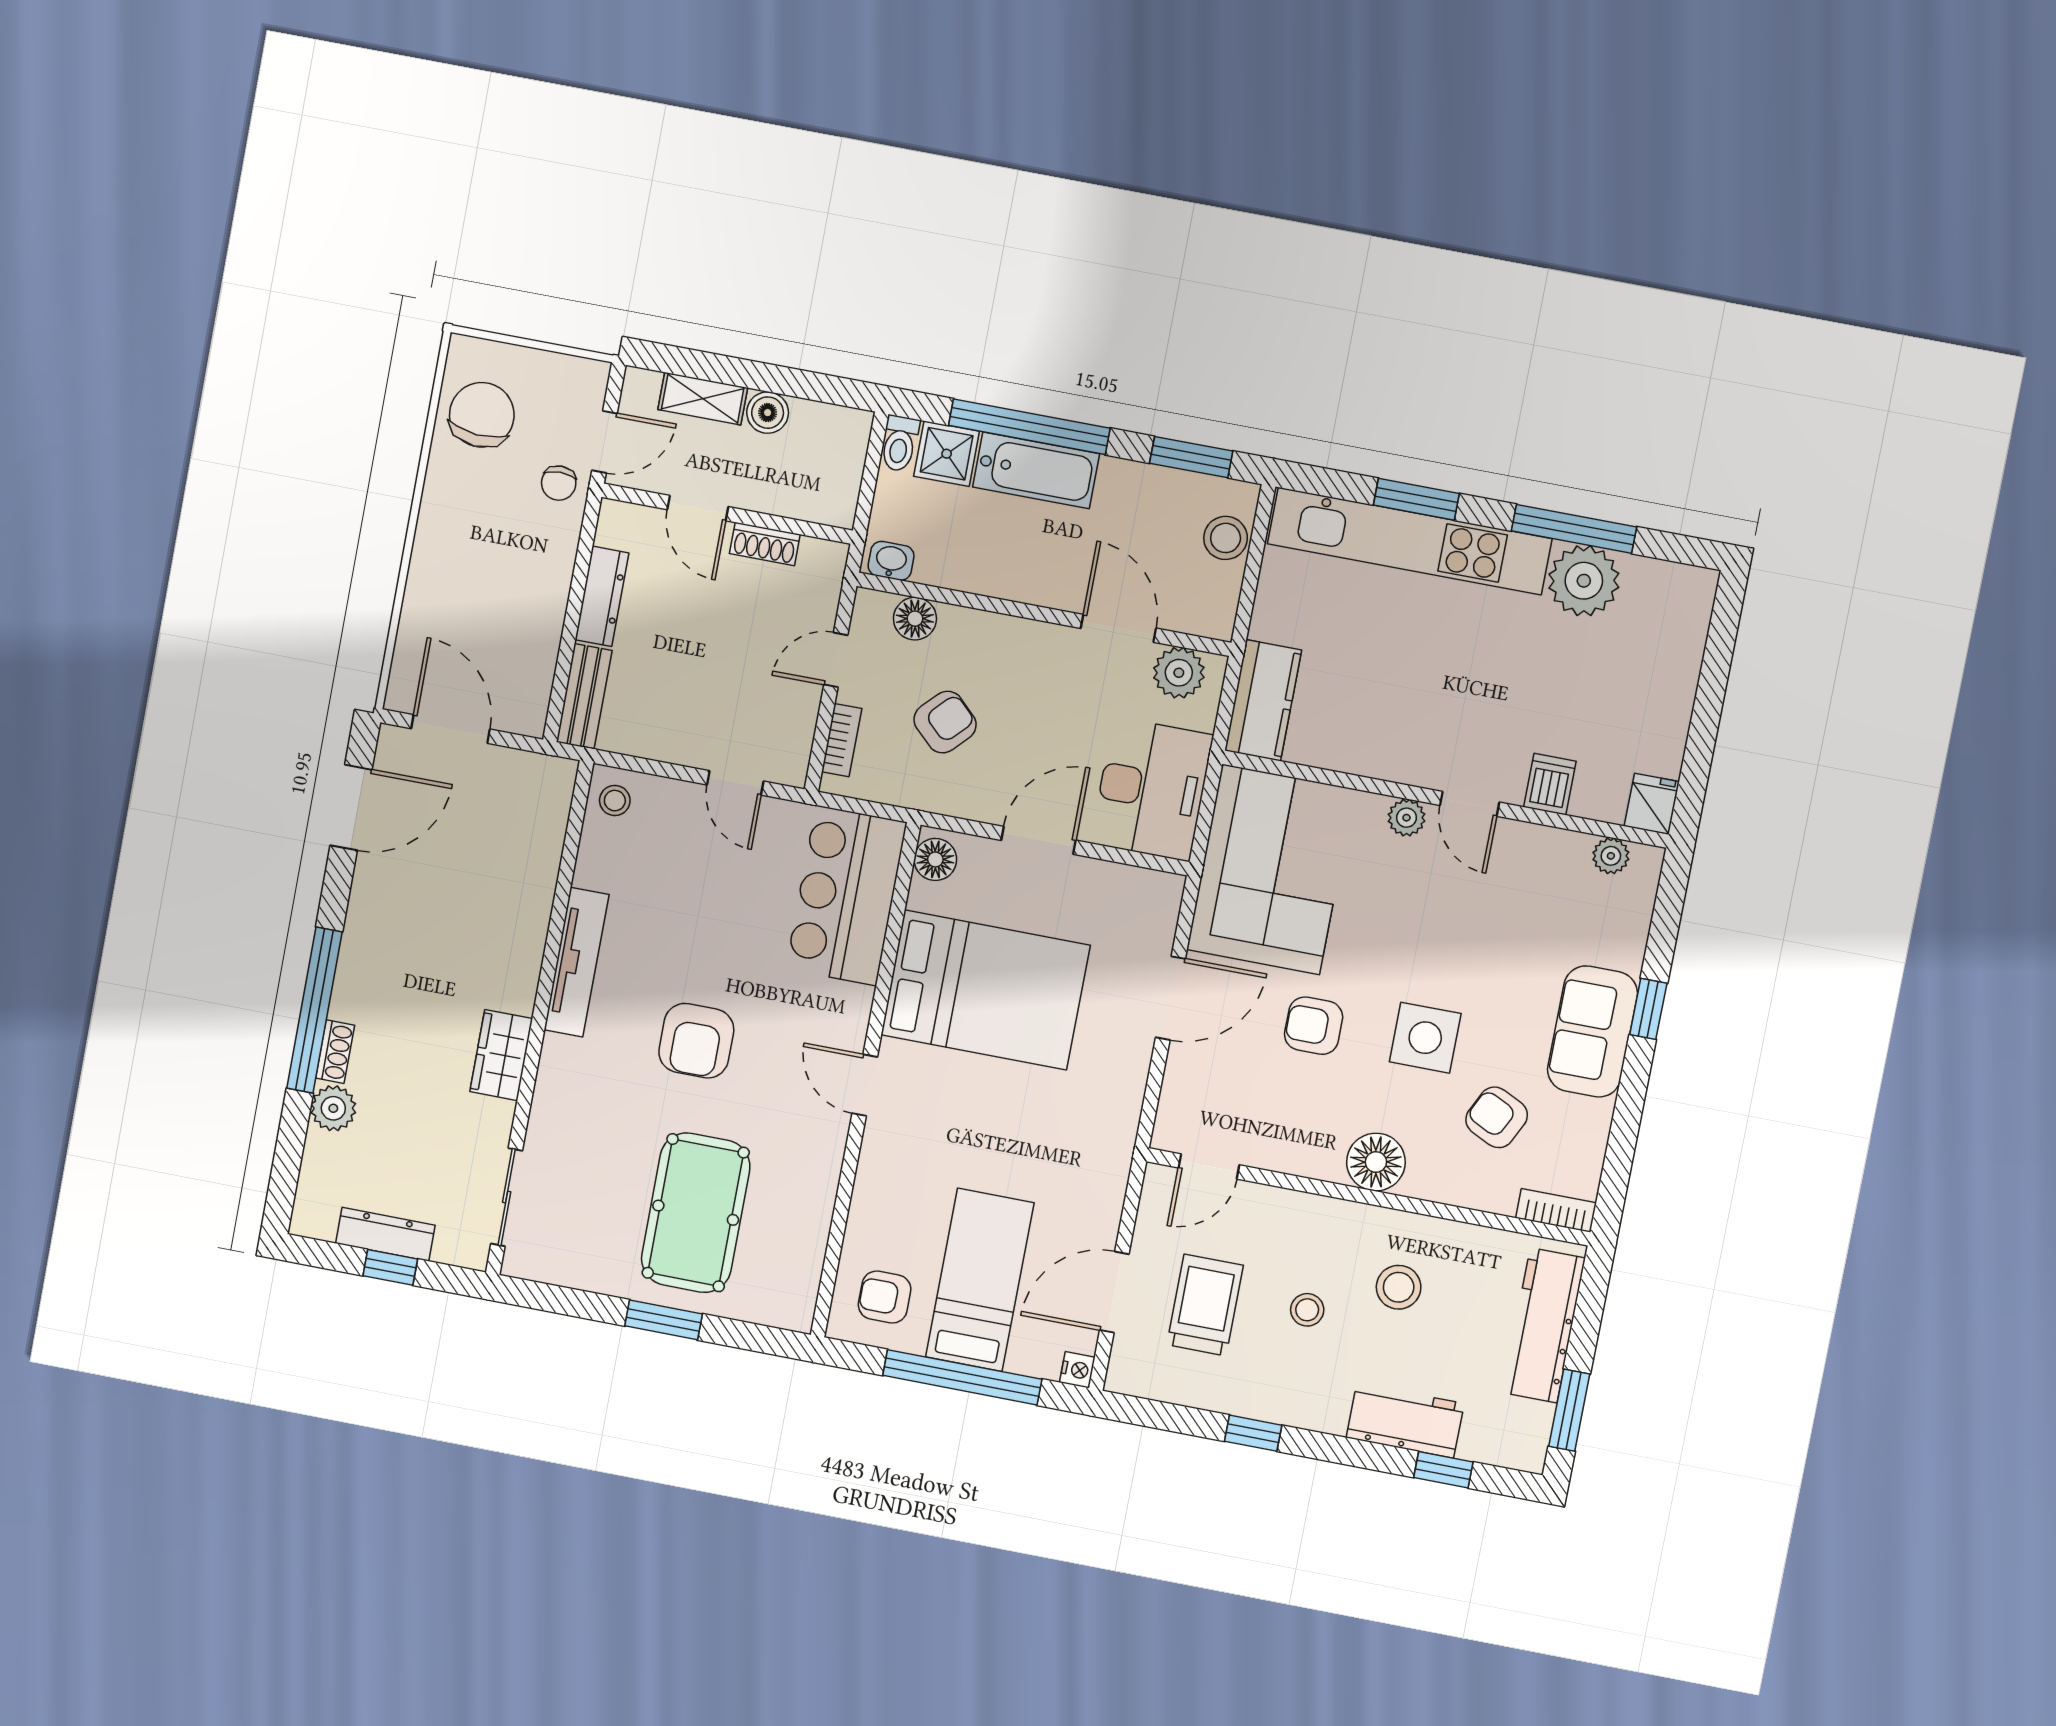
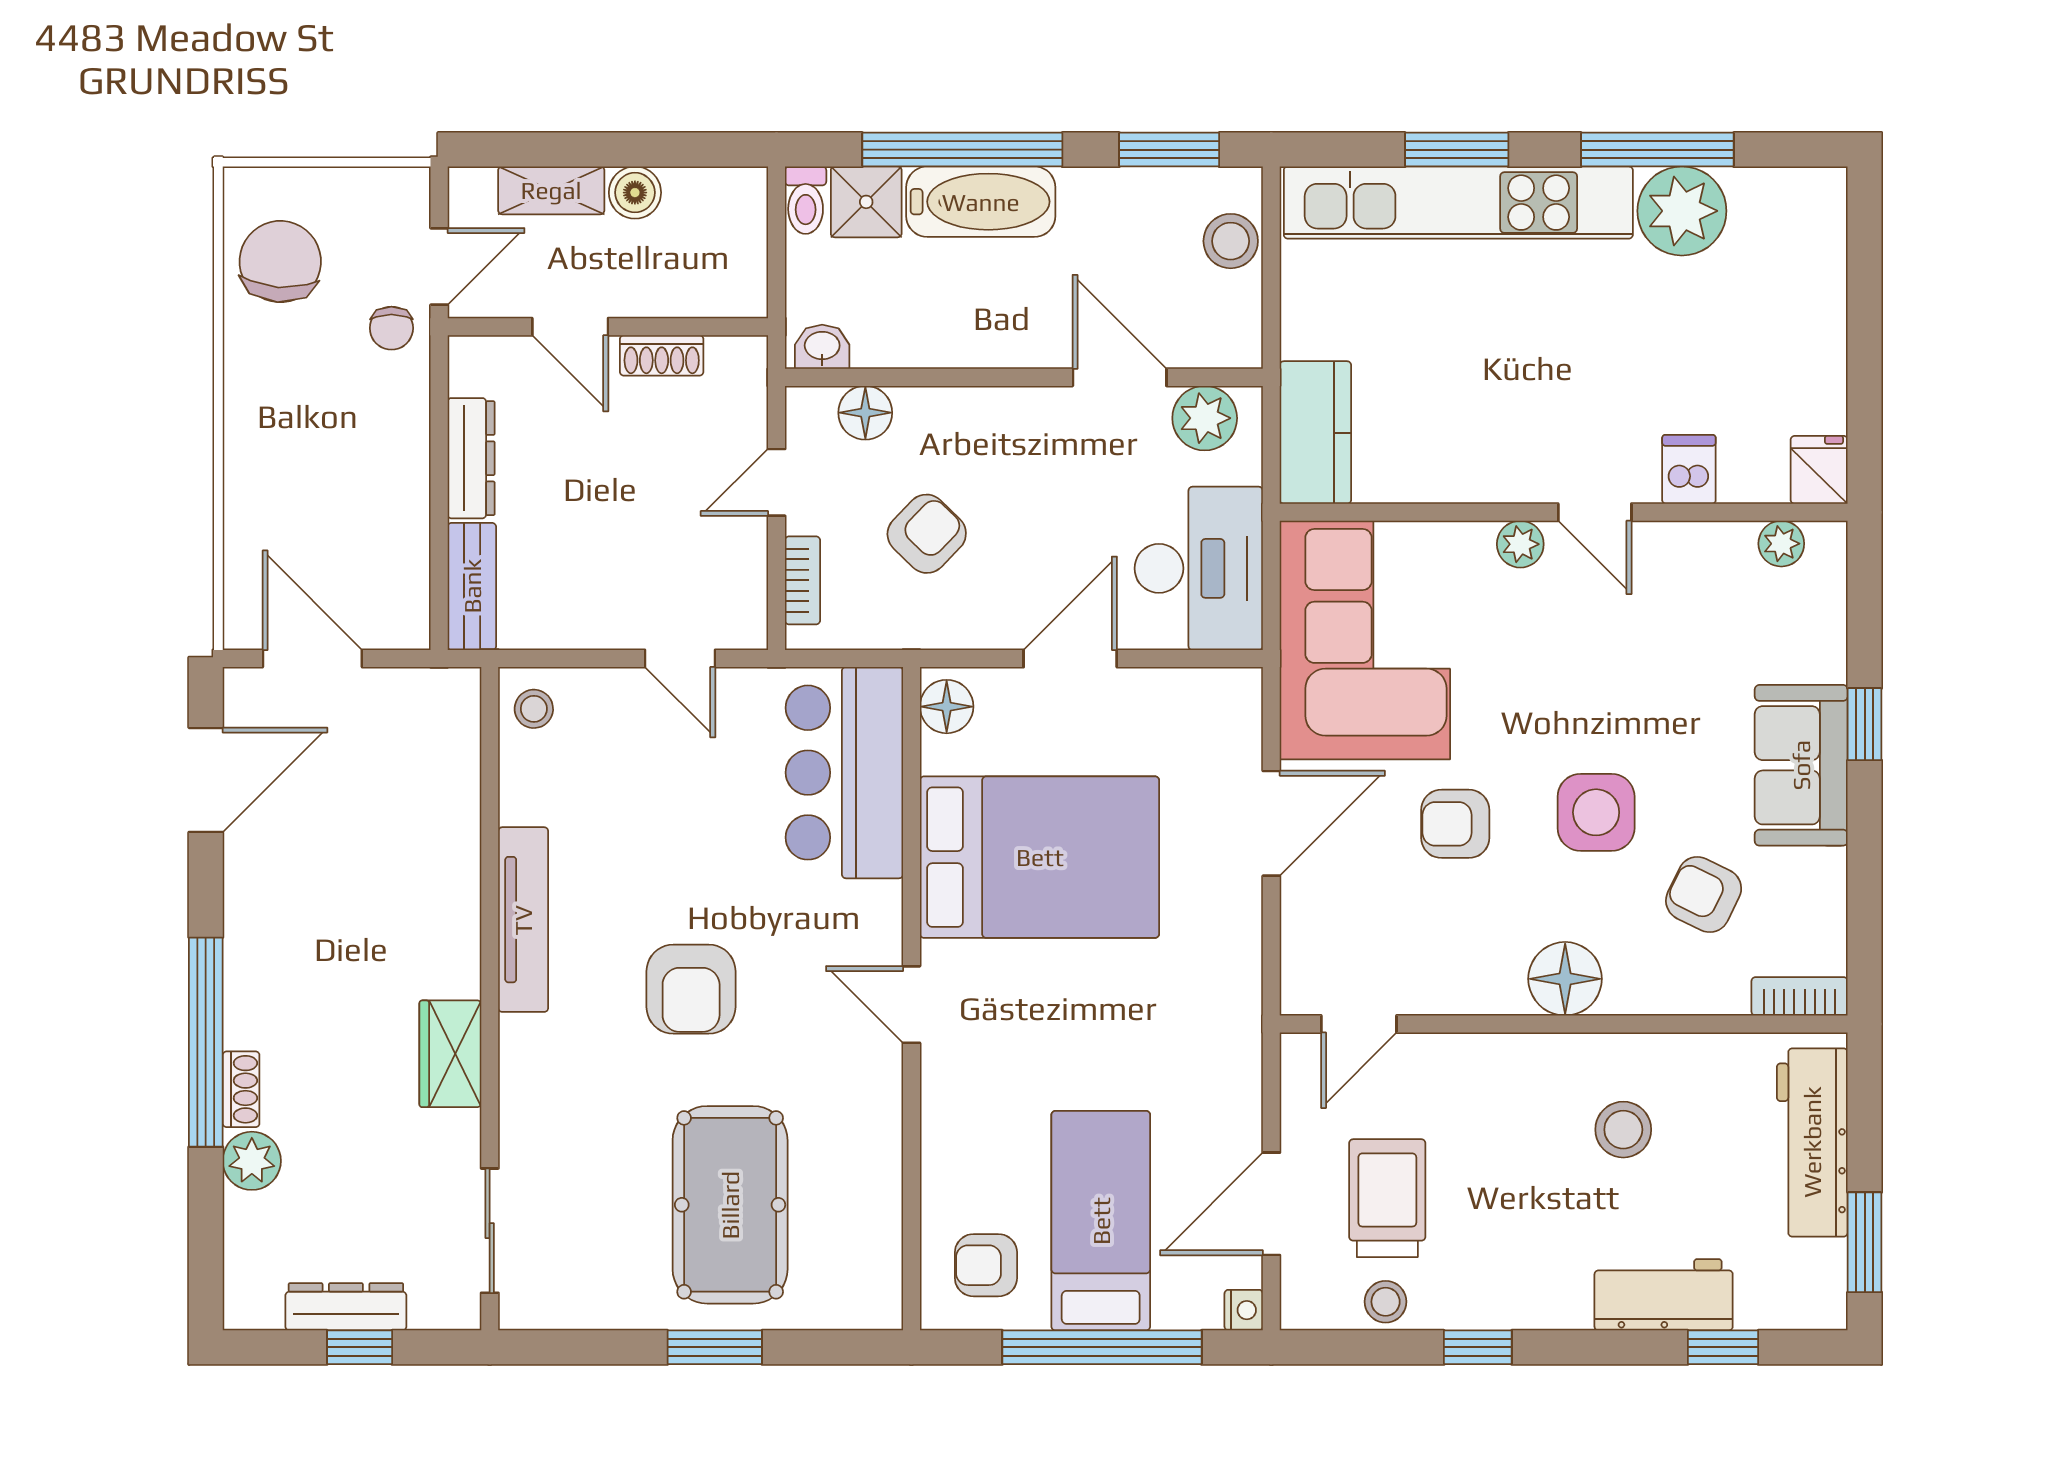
stool: (1307, 1310) -> (1386, 1302), moved

